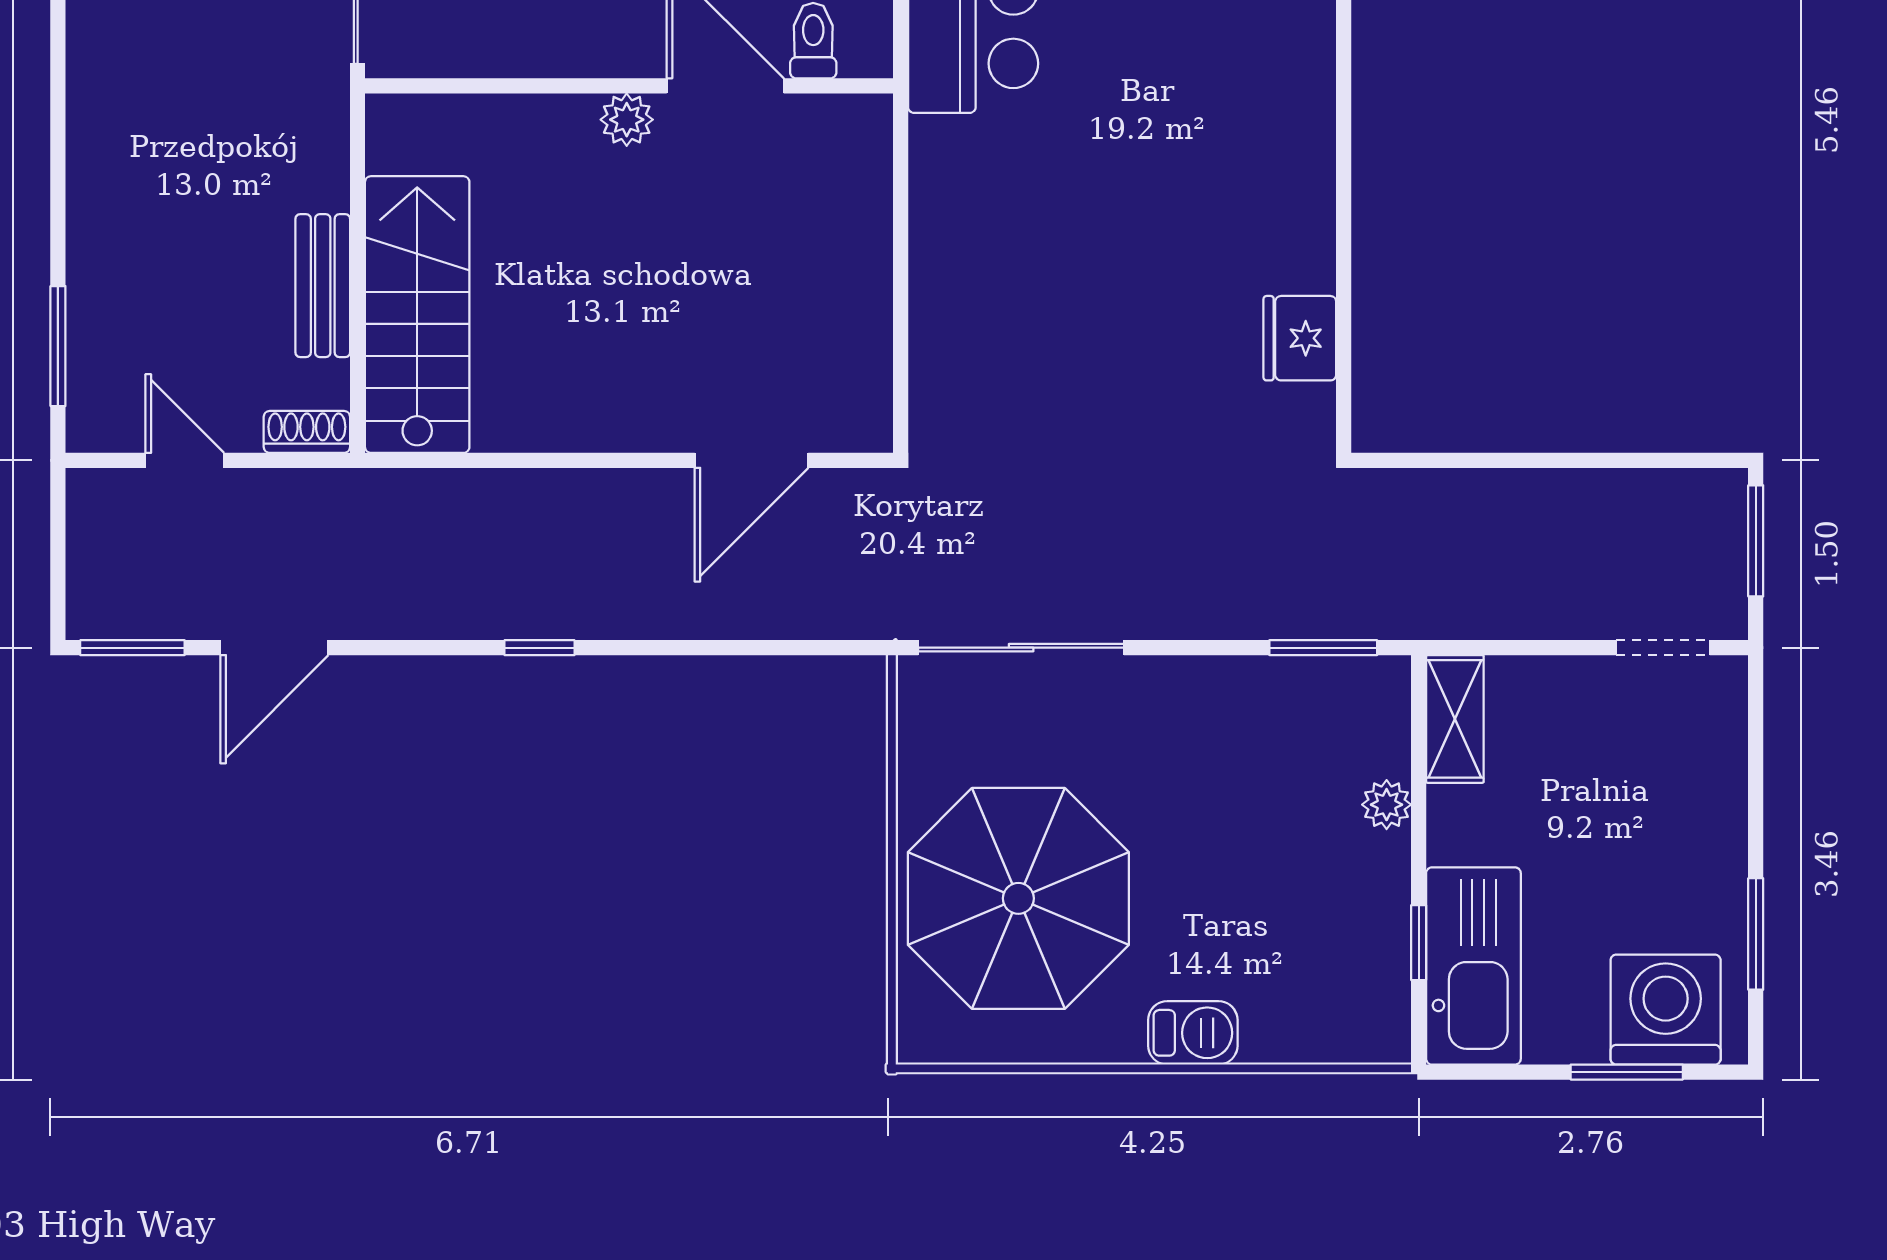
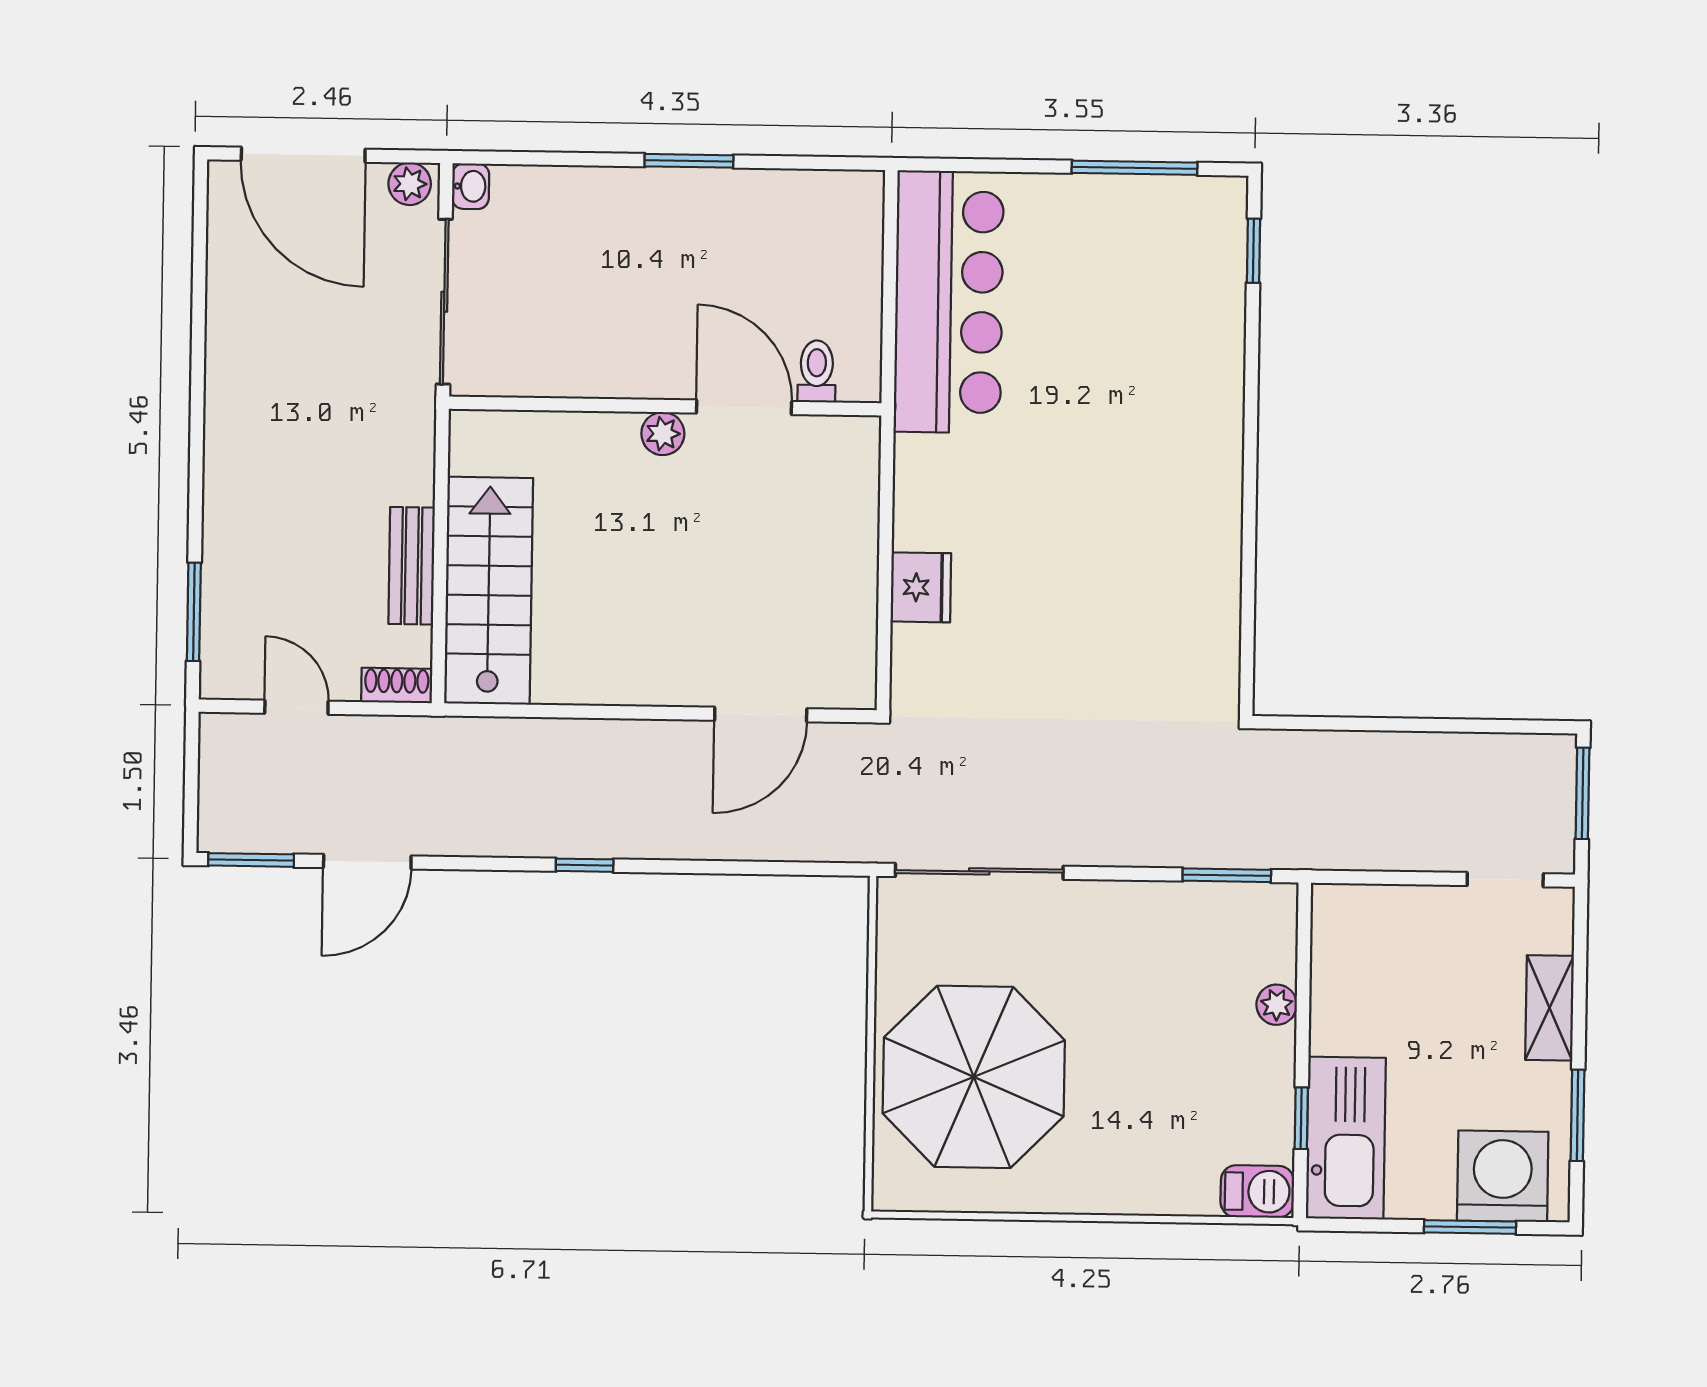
fridge: (1300, 338) -> (921, 587), moved, turned 180
shelving: (1455, 719) -> (1549, 1008), moved
barbecue: (1193, 1033) -> (1257, 1191), moved

